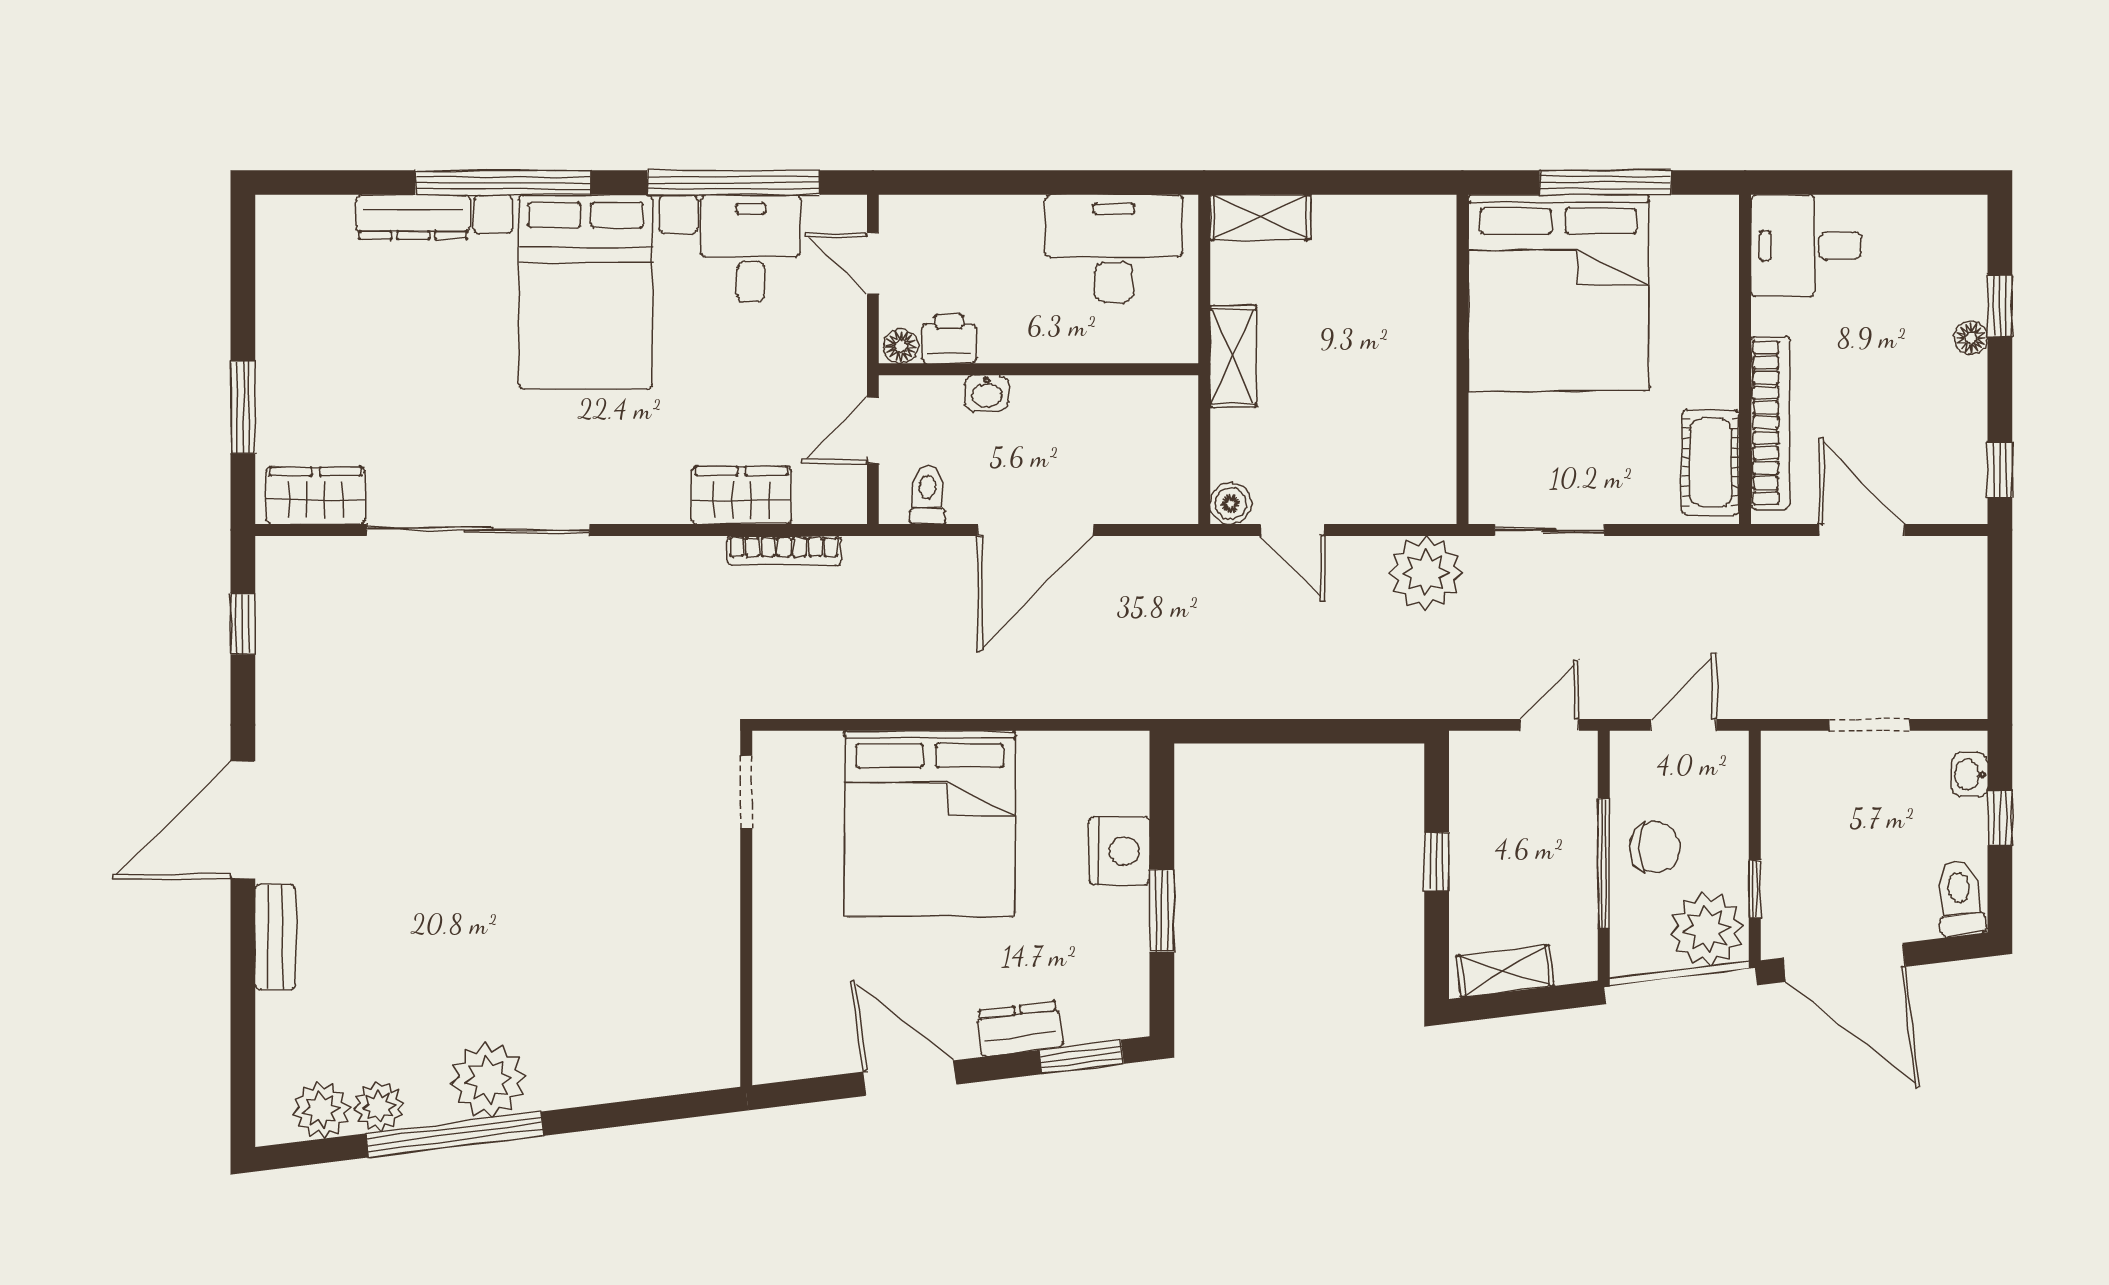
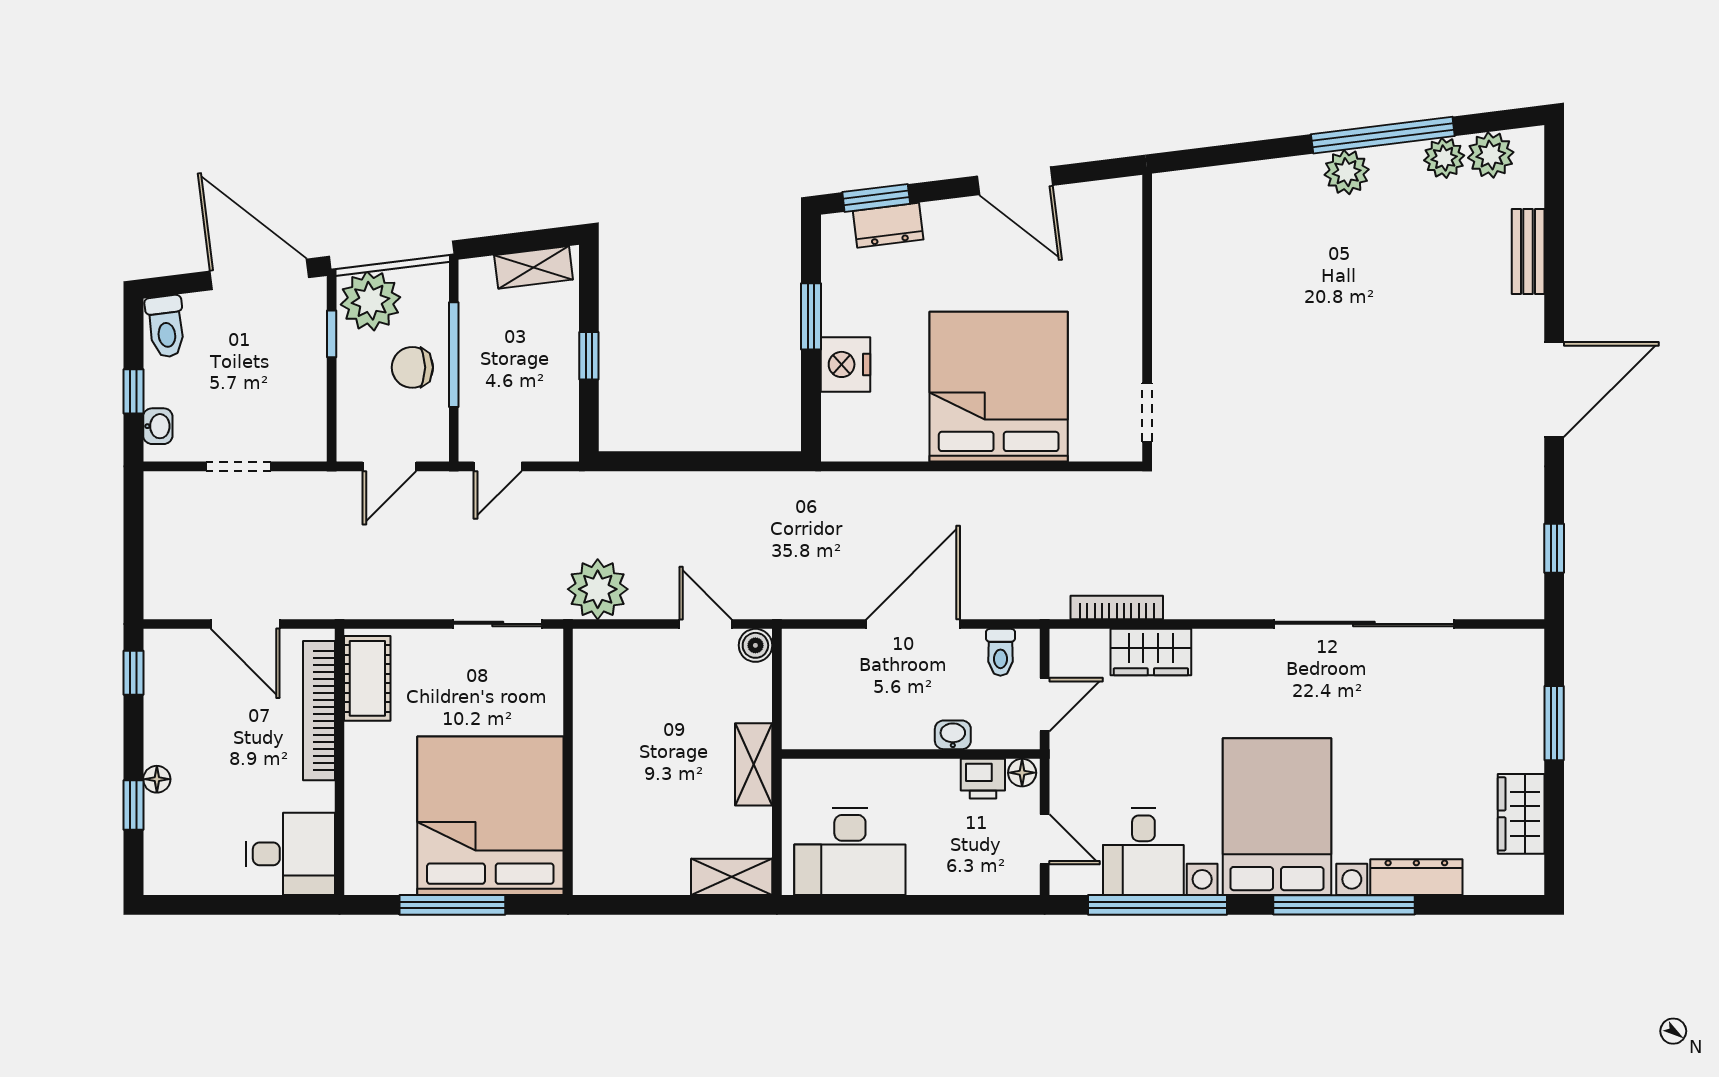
wardrobe: (316, 495) -> (1521, 814), moved, turned 90
bench: (275, 937) -> (1528, 252), moved
dresser: (1020, 1029) -> (888, 225), moved
plant: (488, 1080) -> (1347, 172), width x0.73, depth x0.73

